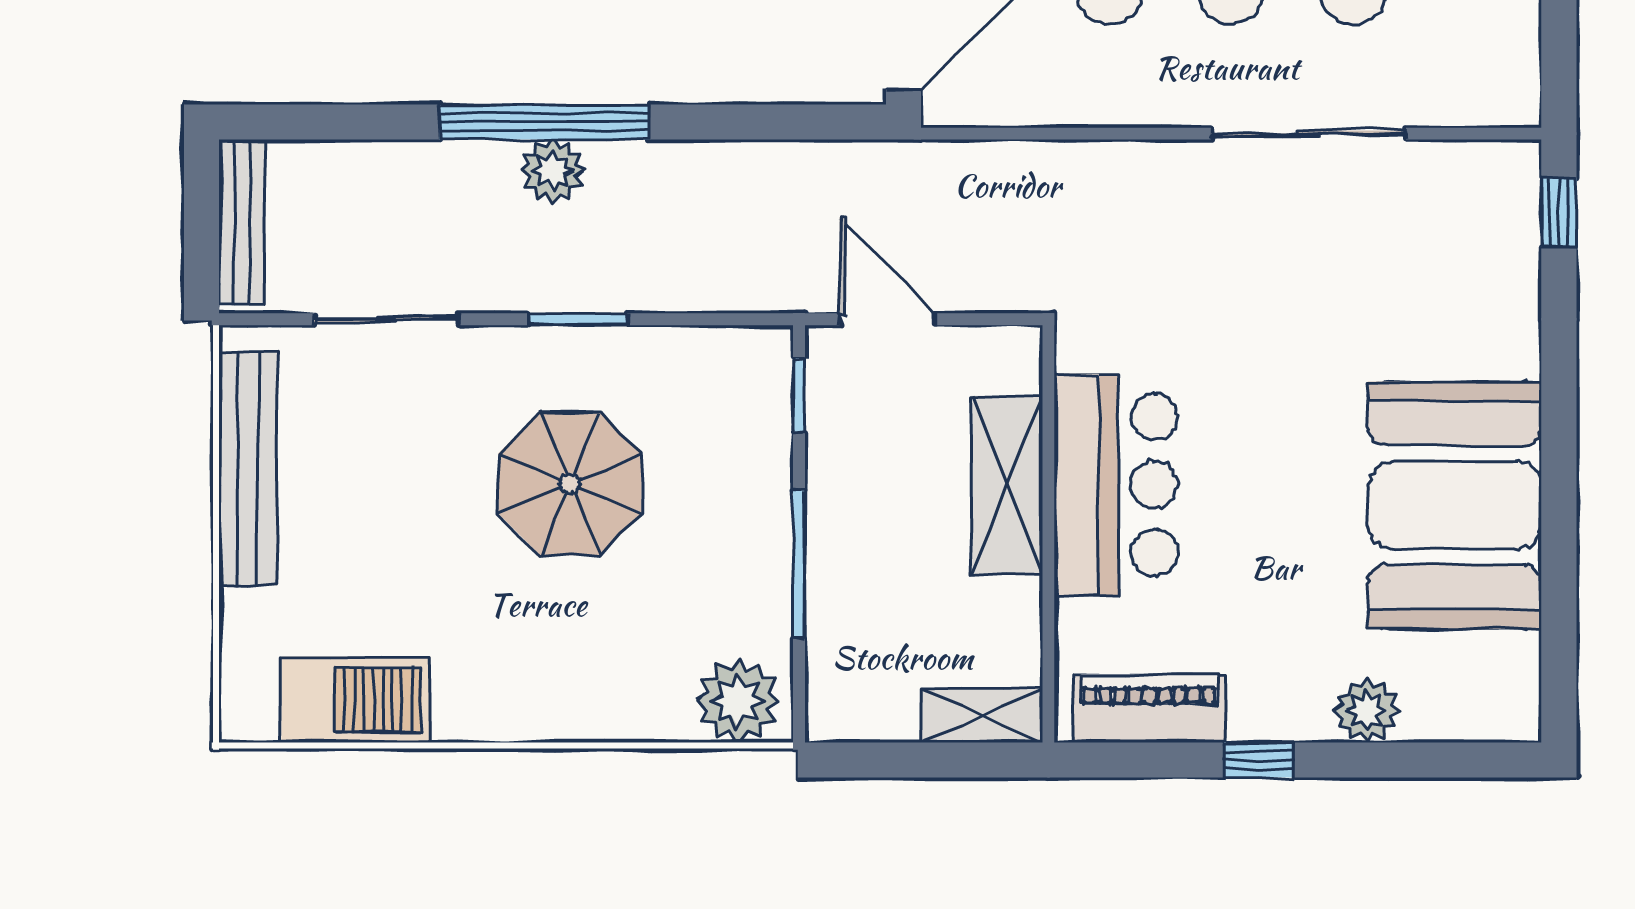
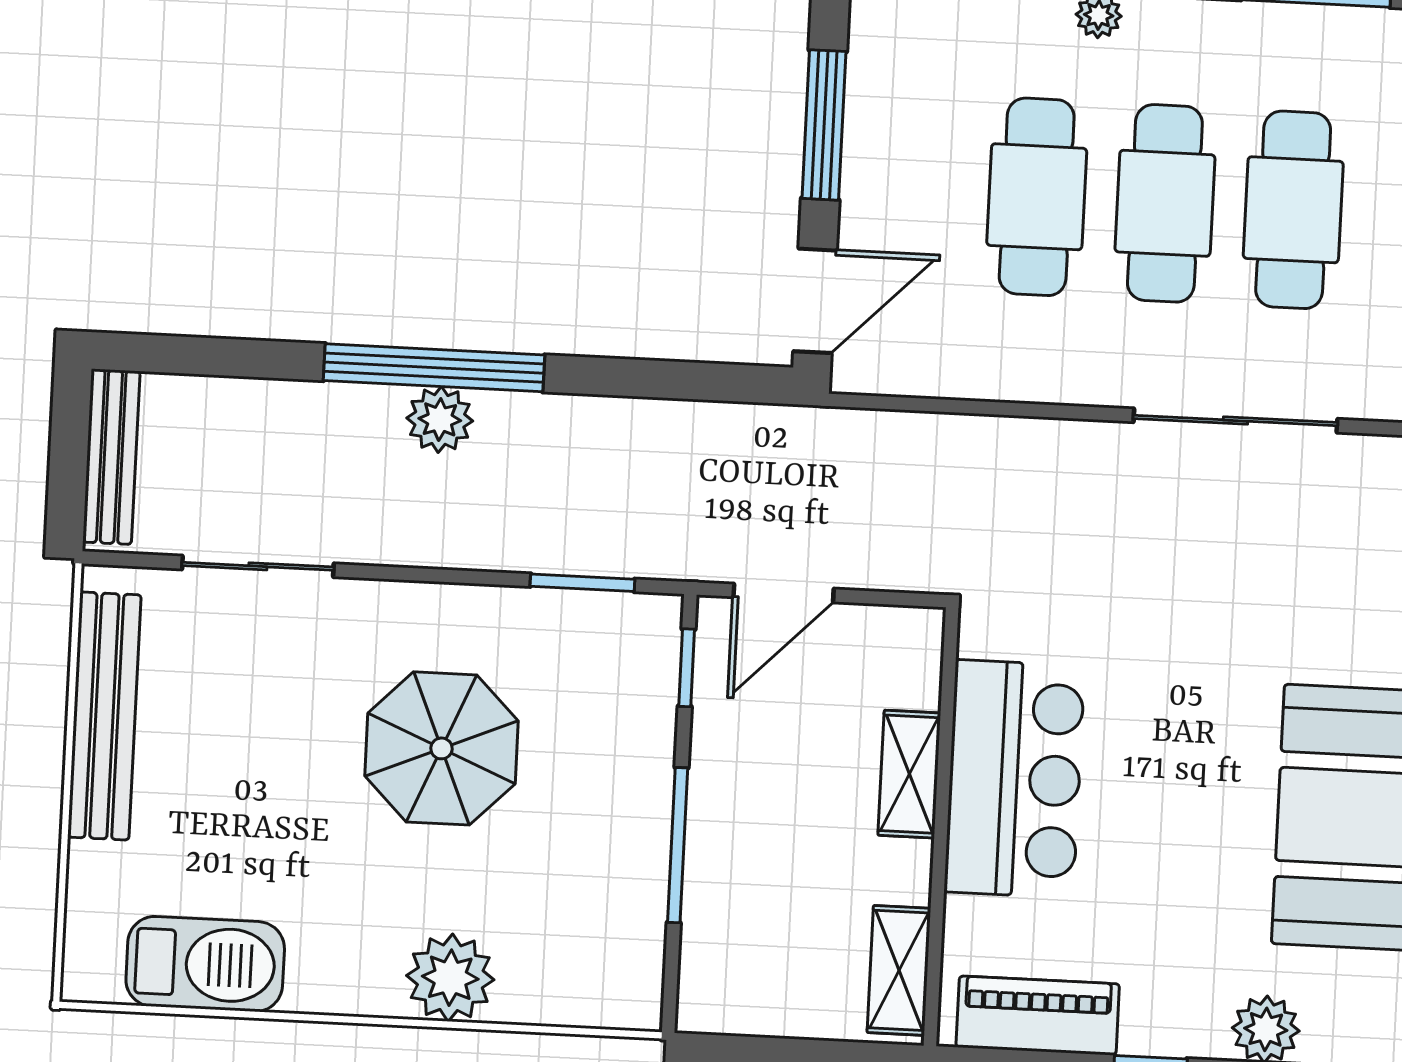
window: (578, 319) -> (582, 583), moved
door: (888, 319) -> (784, 593), swing flipped
shelving: (1007, 485) -> (909, 774), width x0.67, depth x0.75
plant: (738, 701) -> (450, 978), moved
shelving: (982, 715) -> (899, 970), moved, turned 90

